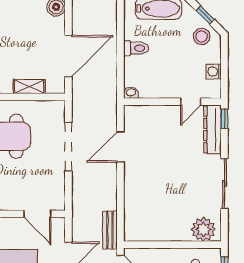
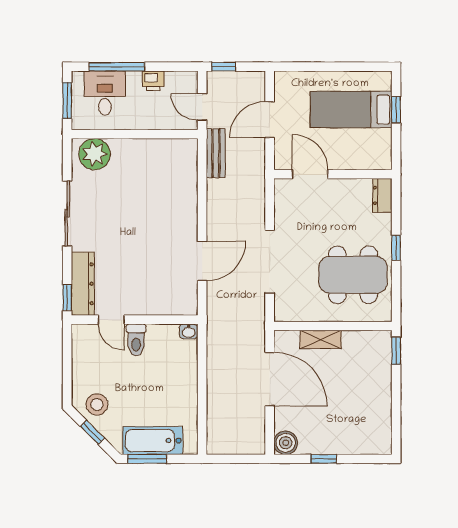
toilet: (136, 48) -> (136, 340), moved, turned -90
door: (68, 56) -> (270, 379), swing flipped
washing machine: (214, 72) -> (81, 359), removed
door: (191, 102) -> (111, 320), swing flipped

